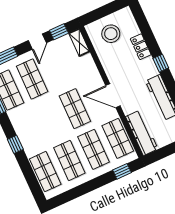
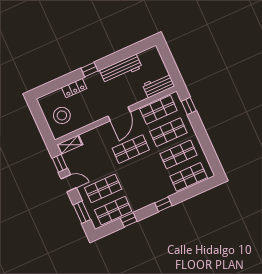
workbench: (142, 133) -> (158, 85), width x0.73

